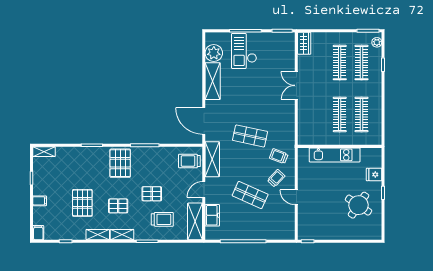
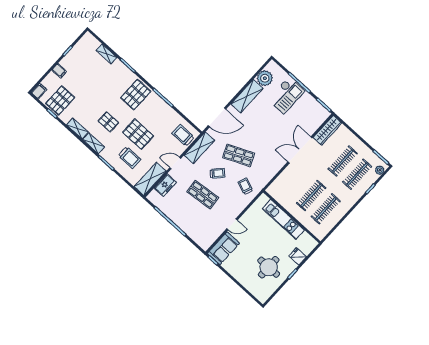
wardrobe: (304, 43) -> (327, 130), width x1.50
checkout: (244, 51) -> (286, 95), turned 180
double door: (296, 85) -> (300, 150), width x1.37
door: (204, 121) -> (217, 117), swing flipped
shop shelf: (250, 136) -> (239, 155), turned -36
shelving: (44, 152) -> (106, 54), moved
trolley: (276, 178) -> (217, 173), moved
pallet: (152, 194) -> (138, 134), width x1.50, depth x1.42
shop shelf: (250, 195) -> (203, 195), turned -30
door: (296, 197) -> (232, 224), swing flipped
pallet: (82, 203) -> (60, 100), moved
round table: (359, 205) -> (269, 267), turned -34
sofa: (307, 223) -> (223, 248), added

